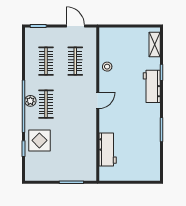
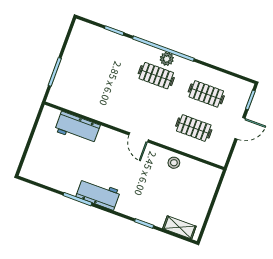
door: (75, 26) -> (240, 128), moved
workbench: (152, 86) -> (98, 194), moved
display table: (39, 140) -> (117, 53), removed

